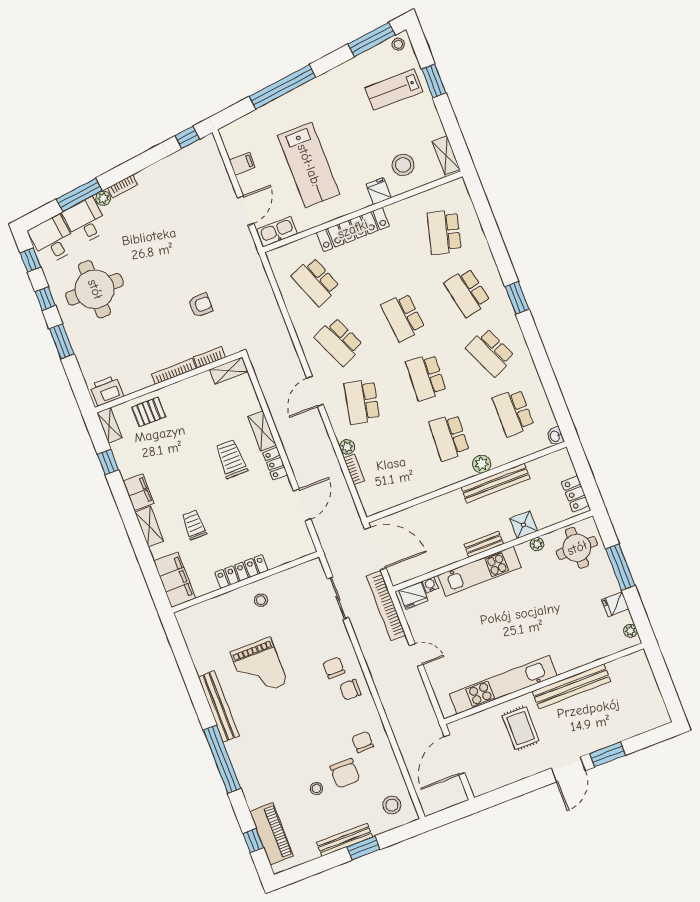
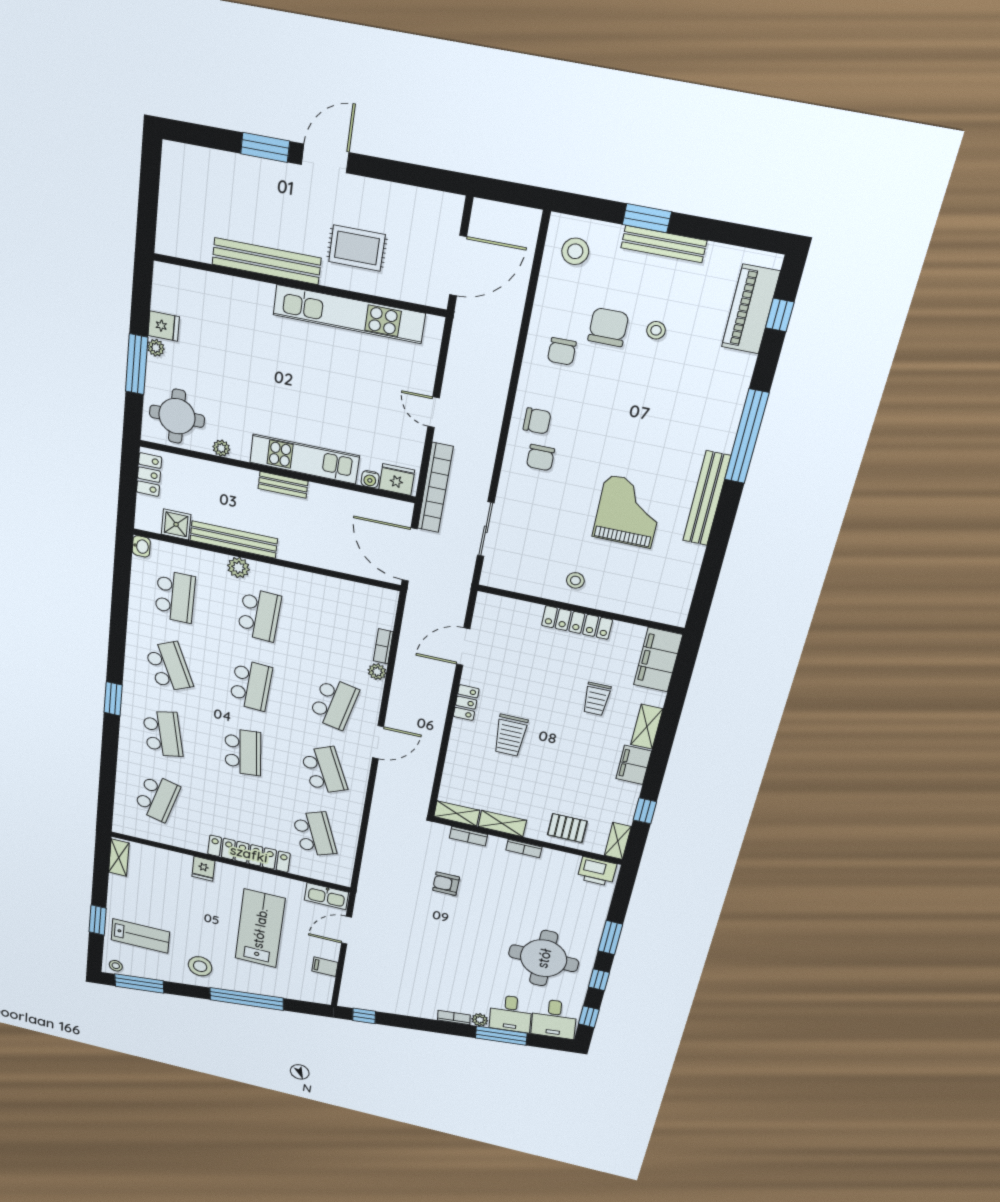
stool: (403, 165) -> (200, 966), moved
bookcase: (174, 371) -> (524, 848), width x0.64
shelving: (262, 431) -> (502, 823), moved, turned 90
shower: (523, 525) -> (176, 524), moved
plant: (630, 631) -> (156, 348), moved
rug: (521, 728) -> (357, 248), turned 90

